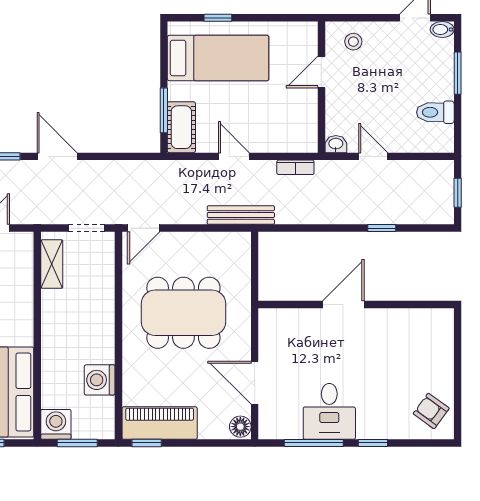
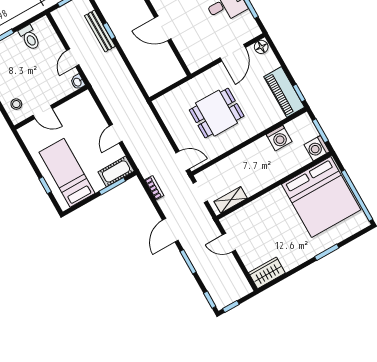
bookcase: (295, 167) -> (154, 188), moved
bench: (241, 215) -> (100, 31), moved
dining table: (183, 313) -> (217, 113), width x0.73

